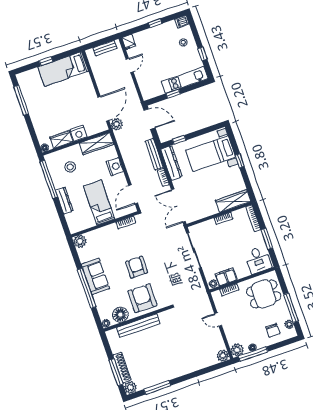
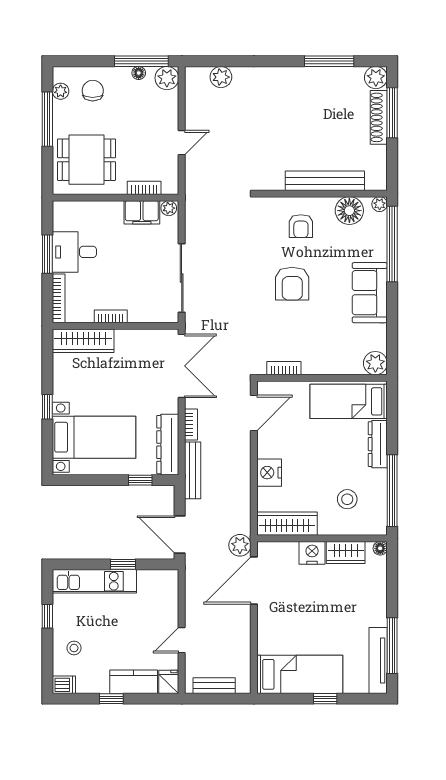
kitchen counter: (147, 36) -> (134, 682), added
tv unit: (26, 90) -> (378, 661), added
bed: (99, 203) -> (349, 401), moved, turned 90
desk: (258, 260) -> (74, 252), moved, turned -90
window: (87, 288) -> (392, 244), moved
armchair: (142, 298) -> (301, 226), width x0.53, depth x0.53
door: (218, 320) -> (182, 143), hinge flipped
plant: (223, 356) -> (221, 77), moved

